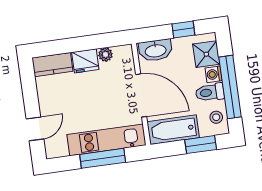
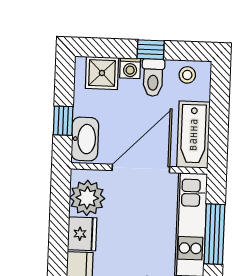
window: (183, 29) -> (63, 121), moved
plant: (105, 55) -> (87, 198), width x1.88, depth x1.88
window: (230, 87) -> (151, 50), width x0.32
window: (201, 145) -> (219, 102), removed

